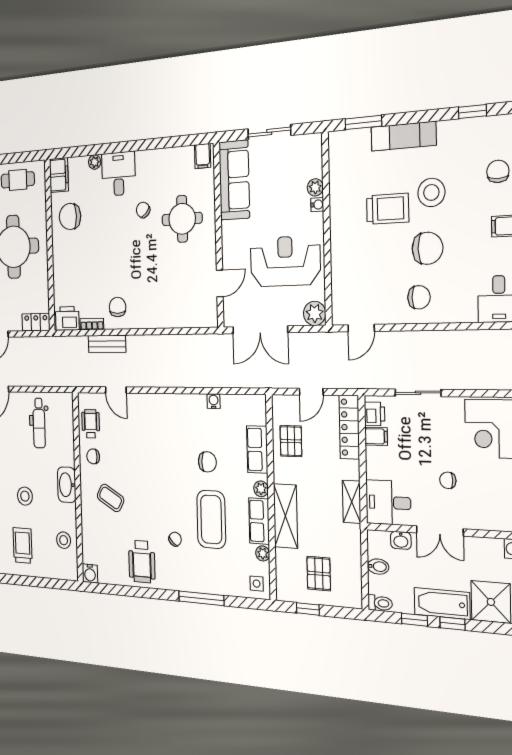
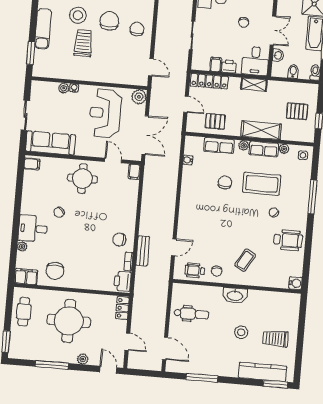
round table: (182, 219) -> (82, 179), moved
filing cabinet: (208, 319) -> (134, 172), added
water cooler: (214, 401) -> (188, 160), moved
printer: (375, 414) -> (229, 66), moved
stool: (64, 540) -> (273, 303), removed

